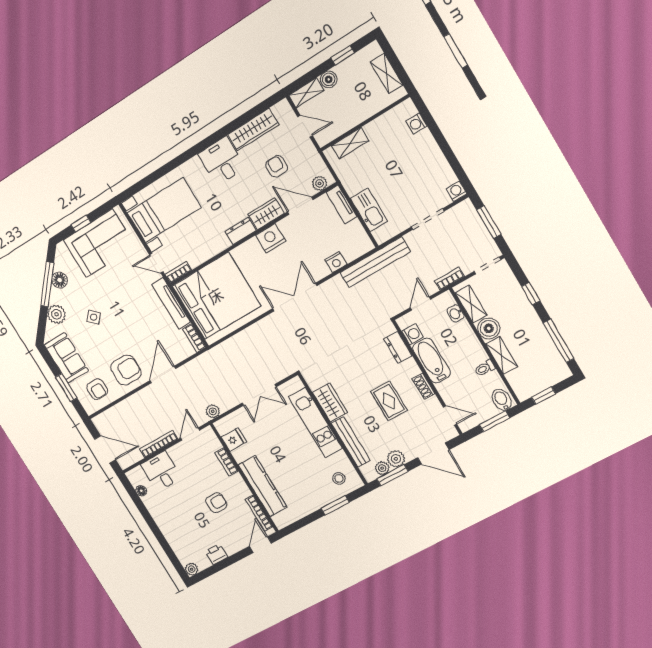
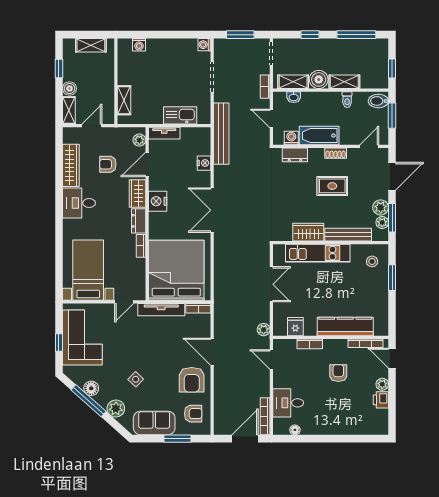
bookcase: (178, 272) -> (141, 246), moved
armchair: (126, 370) -> (192, 380), turned 180
bookcase: (159, 444) -> (265, 416), moved
plant: (192, 569) -> (382, 384), moved

